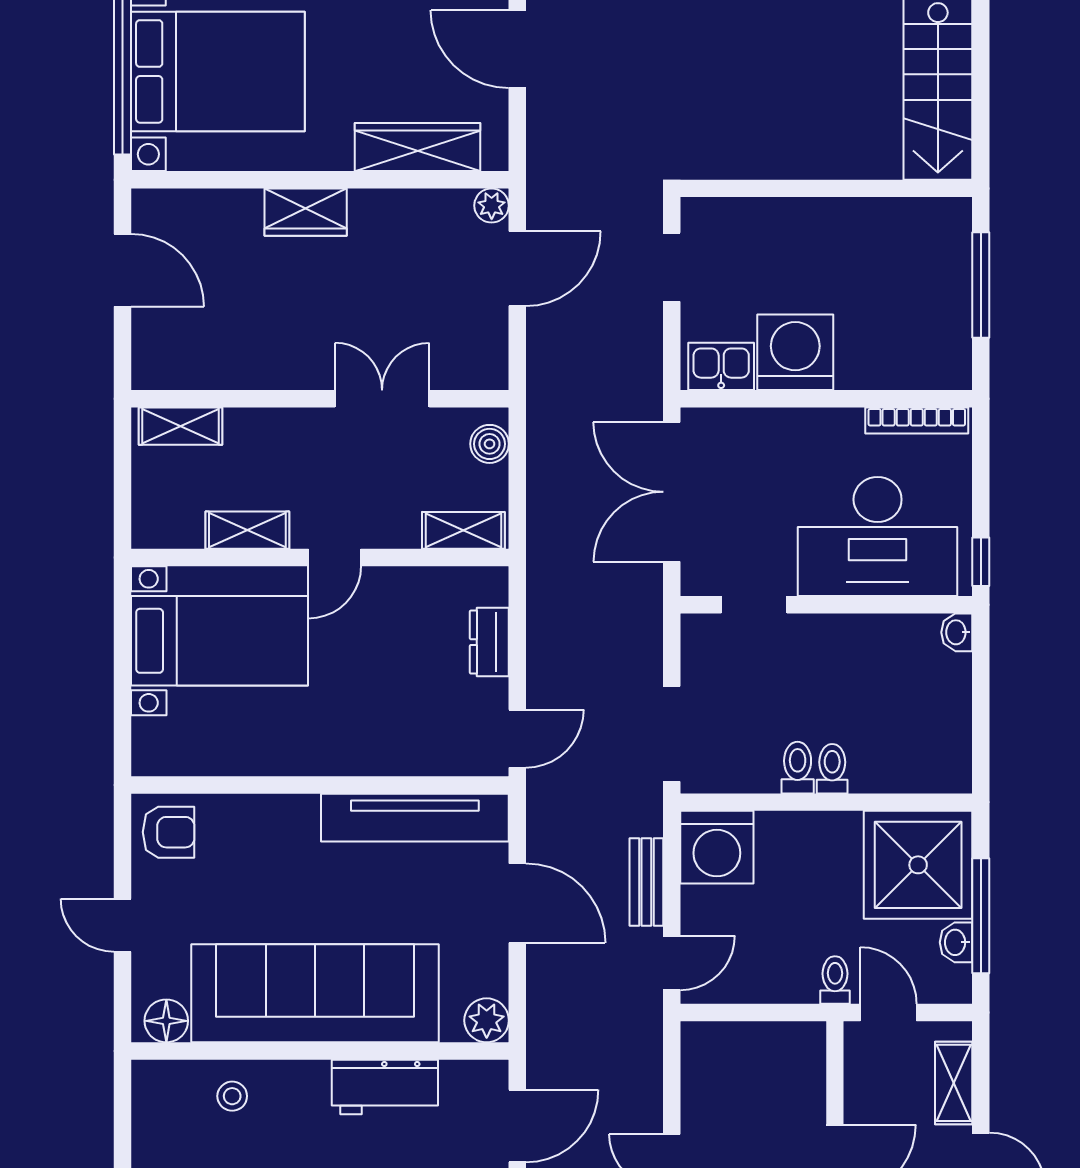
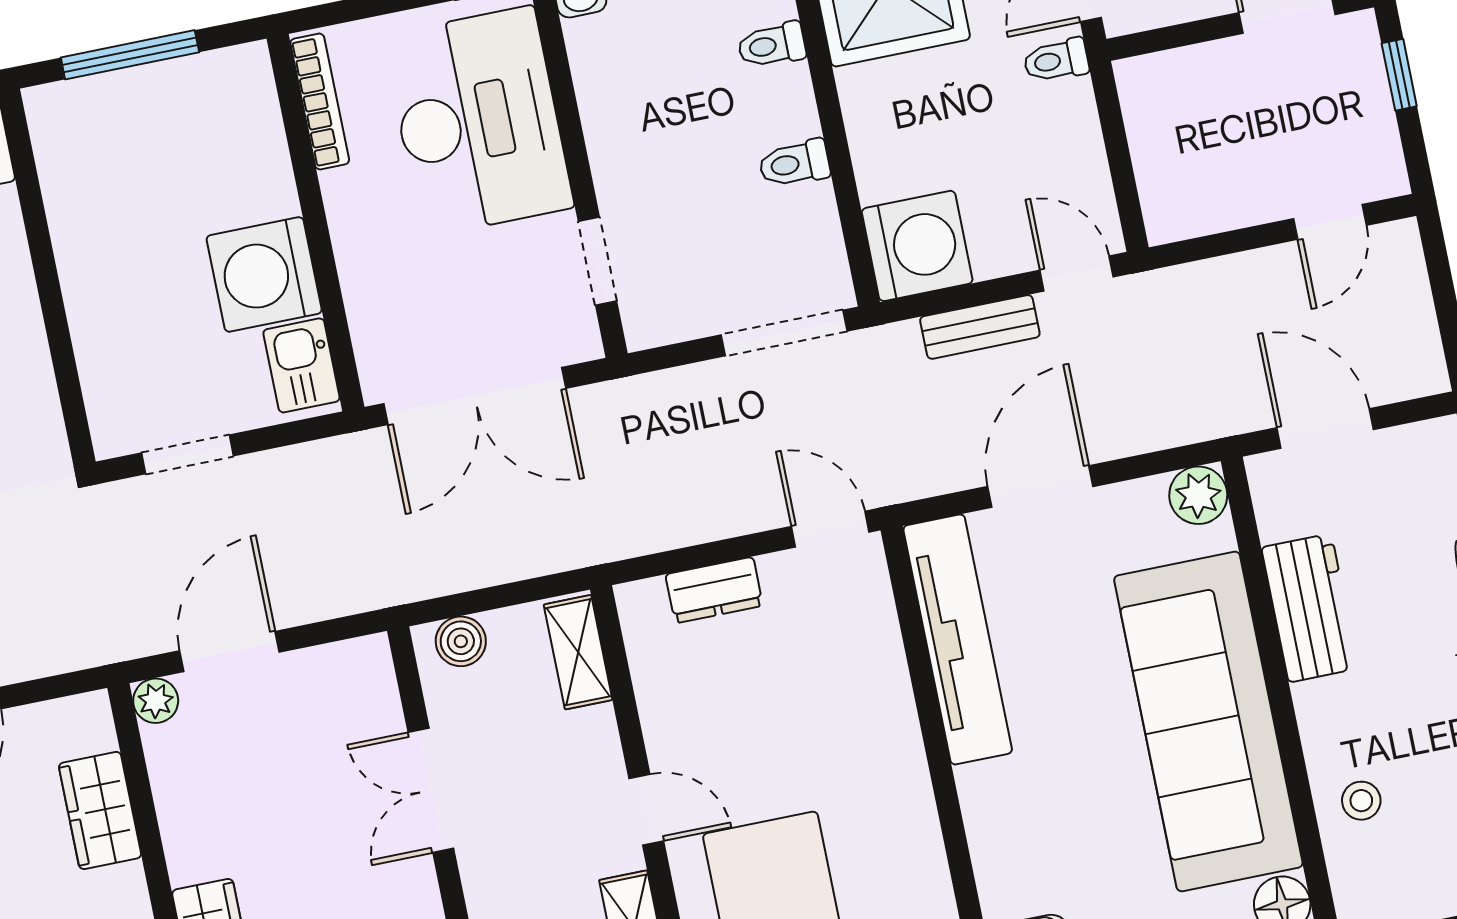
wardrobe: (418, 147) -> (100, 810), width x0.67
door: (517, 269) -> (230, 651), hinge flipped
toilet: (832, 769) -> (772, 45), moved

